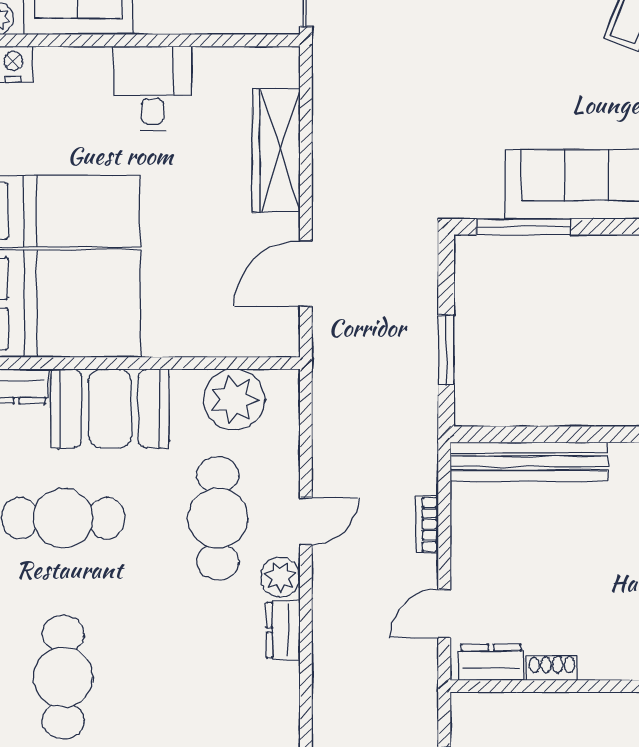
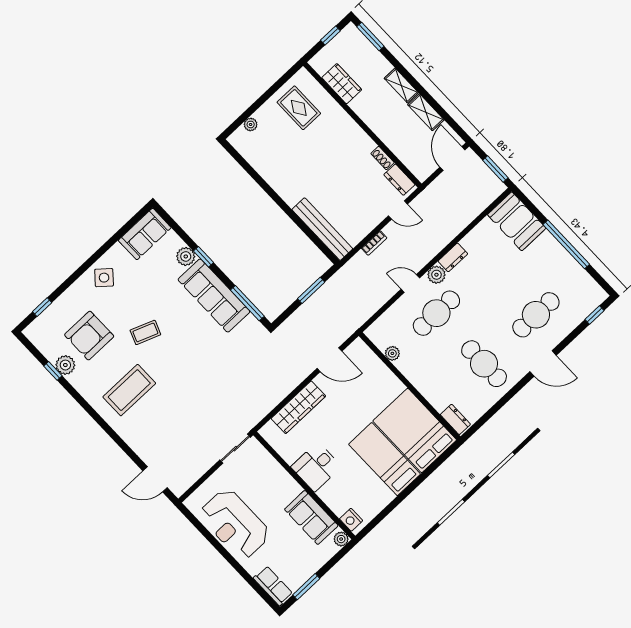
plant: (234, 399) -> (392, 353), width x0.53, depth x0.53
booth: (110, 409) -> (434, 382), removed

